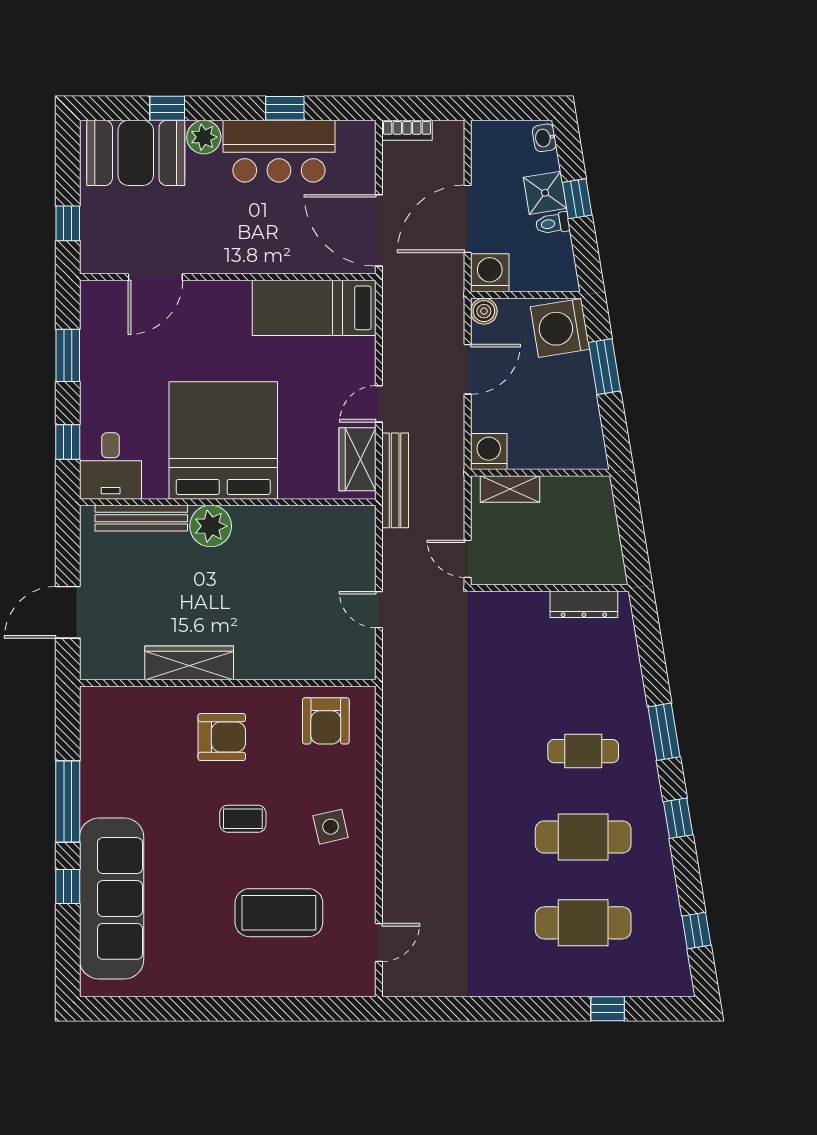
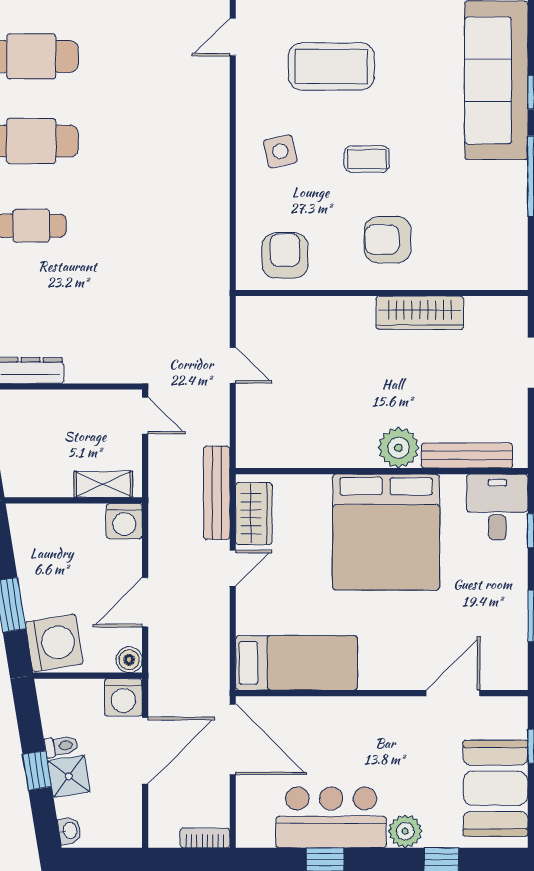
booth: (136, 153) -> (495, 788), moved, turned 90

